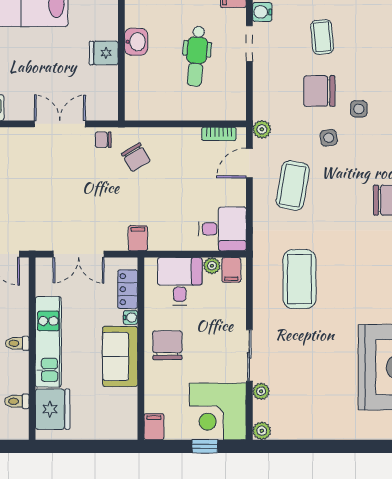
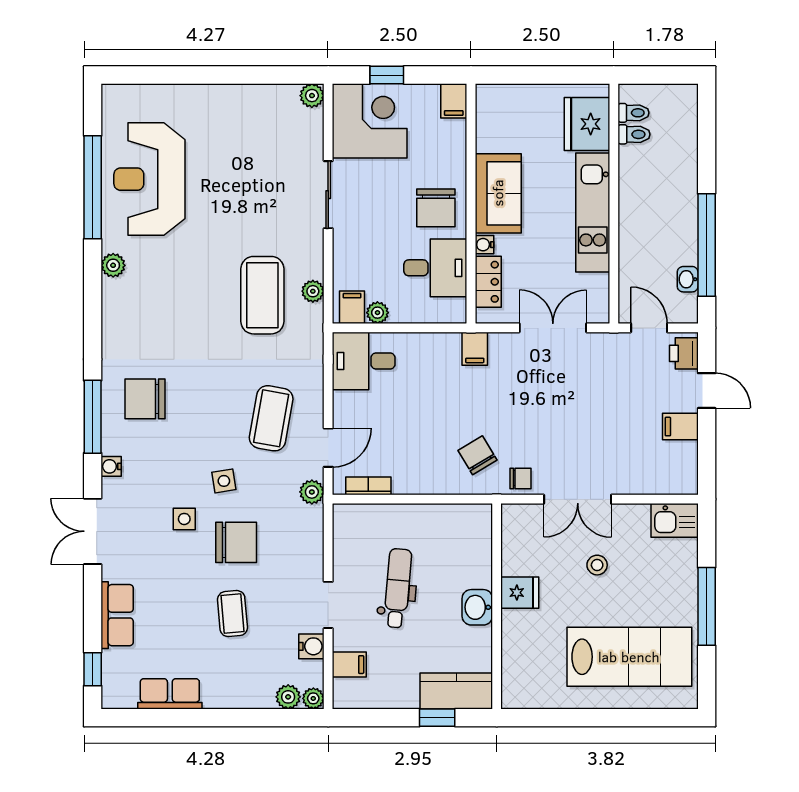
stool: (45, 74) -> (597, 565), added
desk: (180, 281) -> (435, 268), moved, turned -90
toilet: (17, 343) -> (633, 113), moved
plant: (261, 391) -> (313, 291), moved

